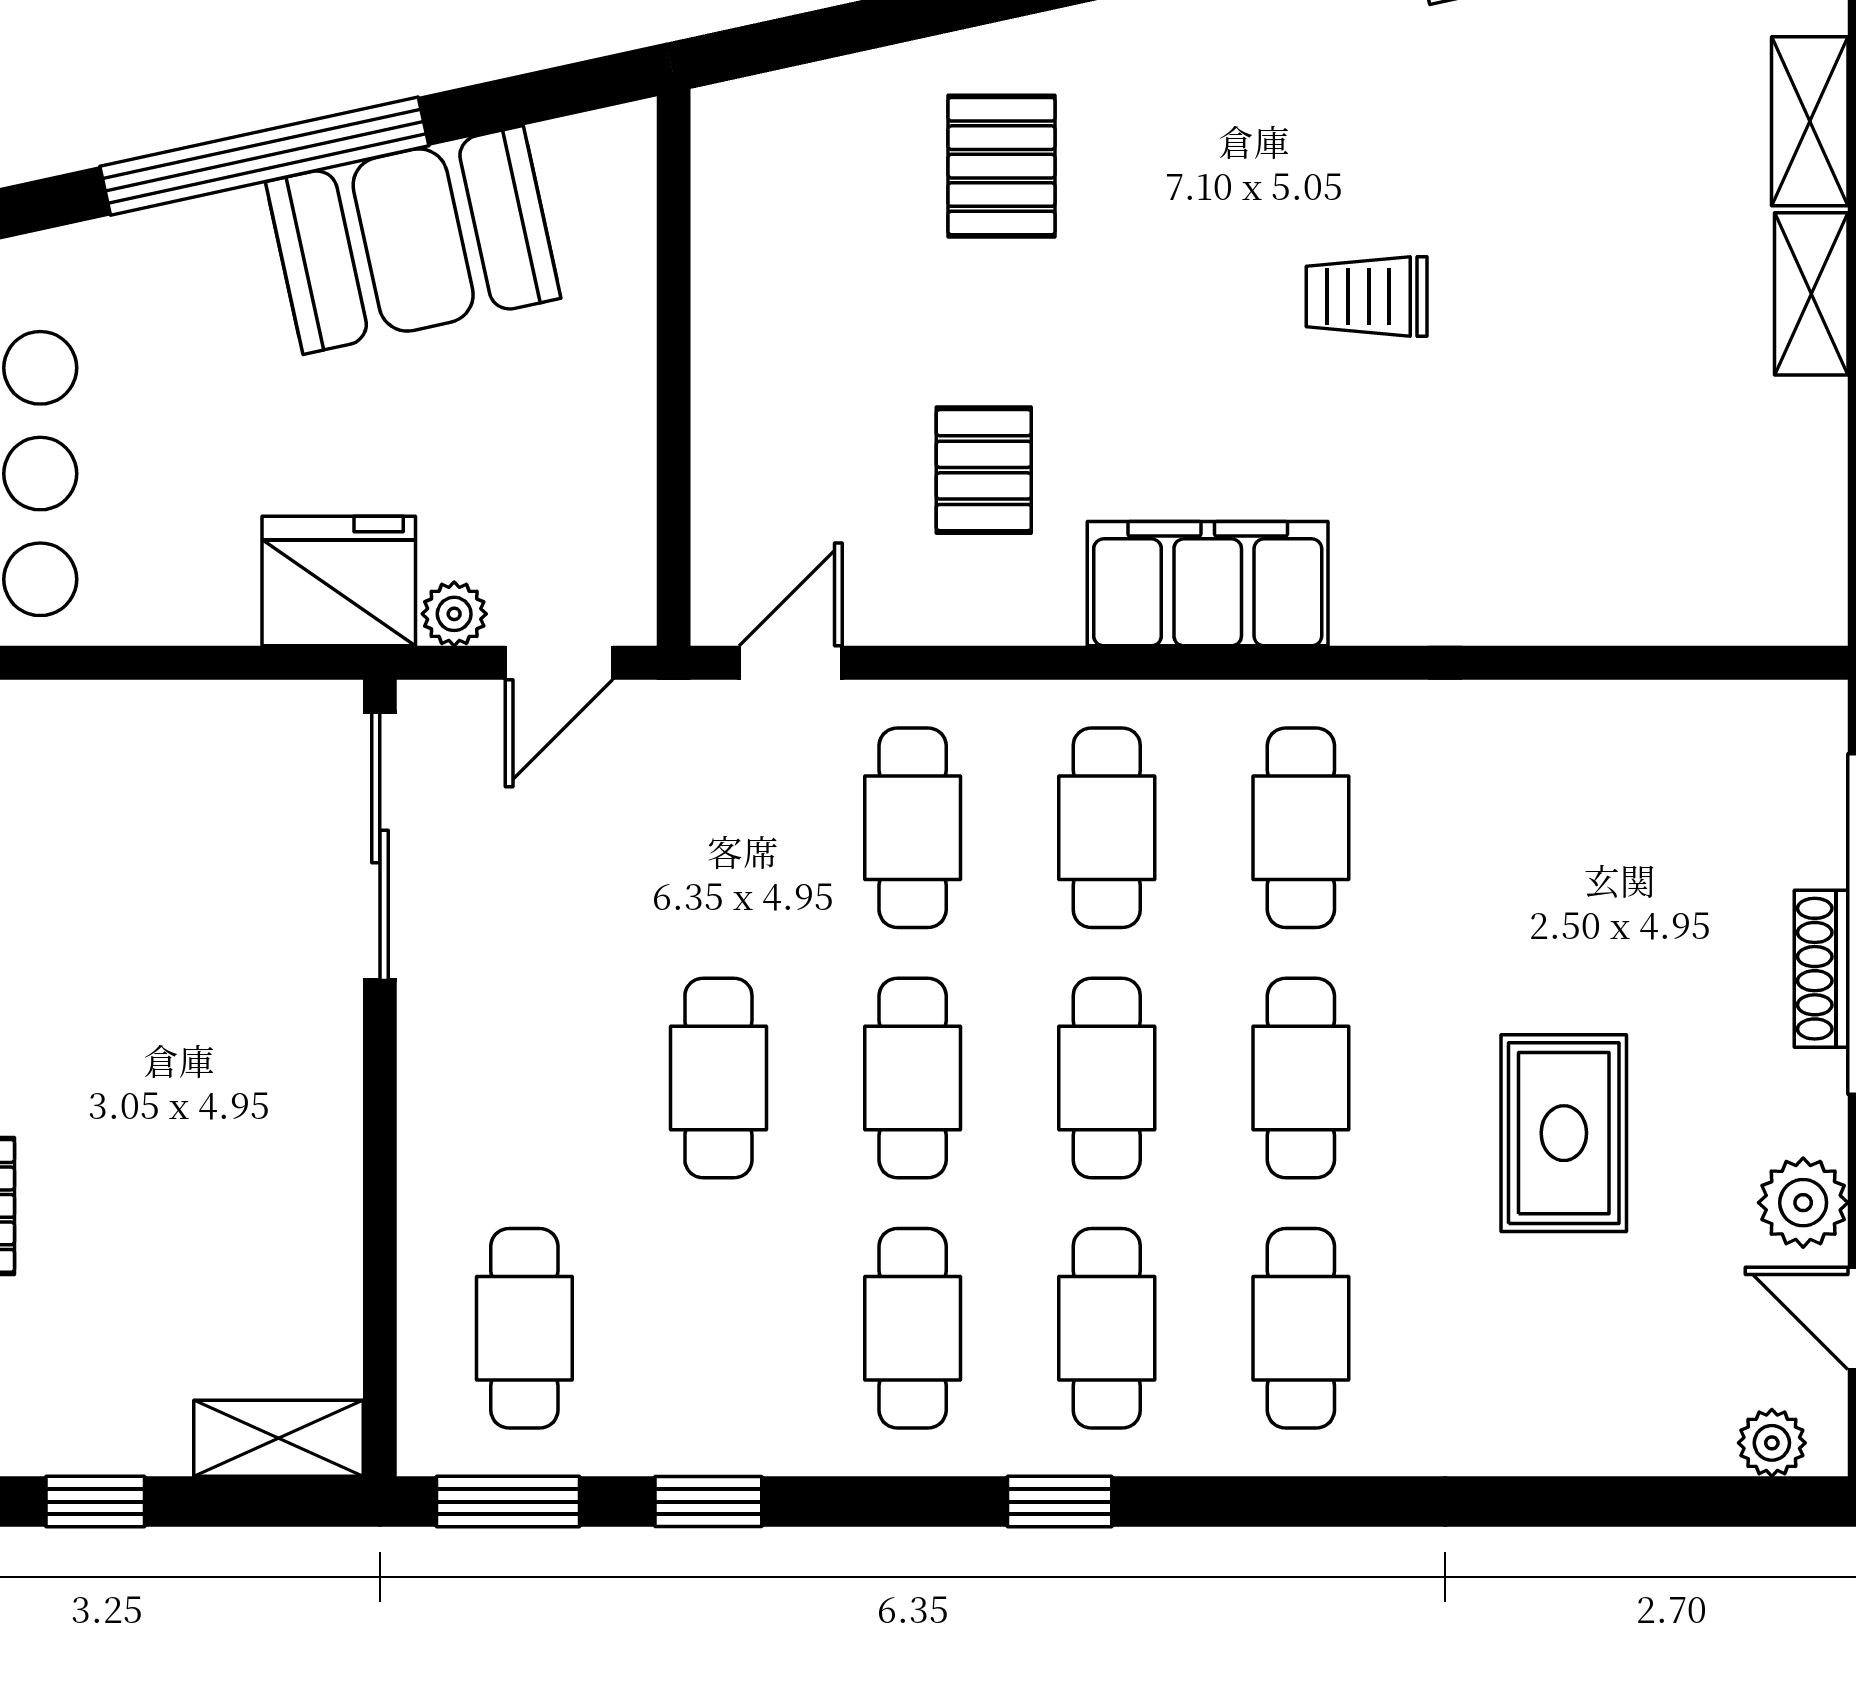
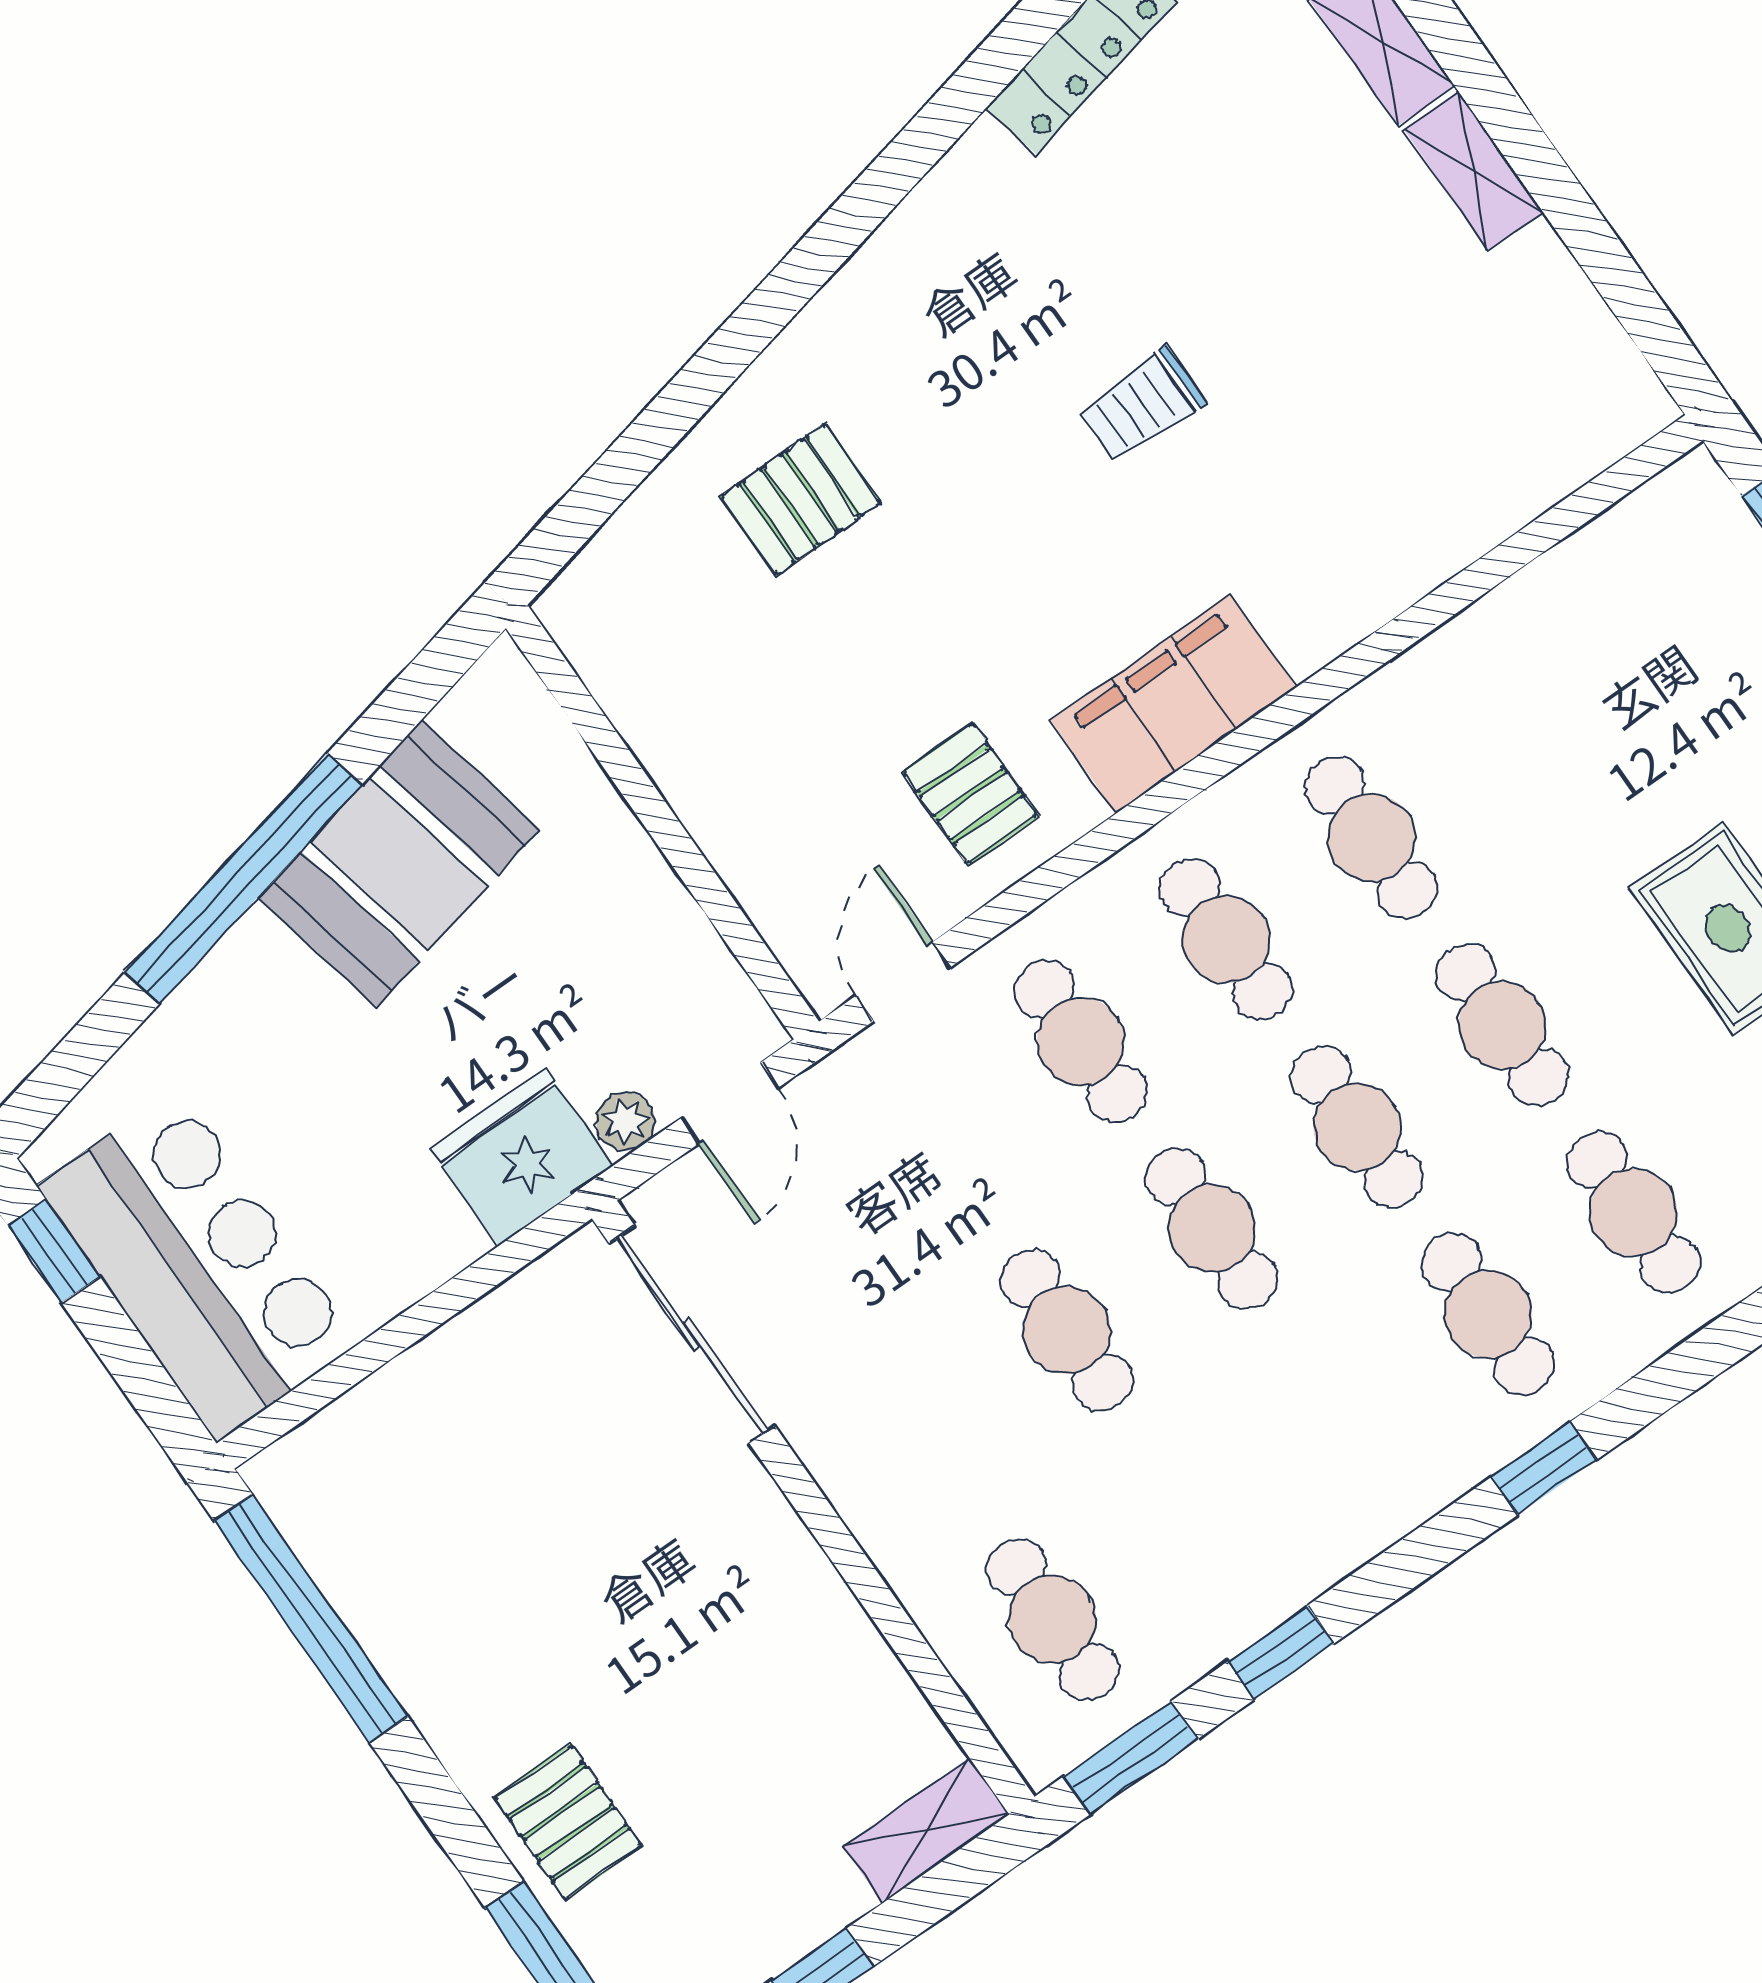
pallet: (1002, 166) -> (801, 500), turned 90
pallet: (984, 470) -> (970, 794), moved
cafe table: (913, 1328) -> (1343, 1416), removed

